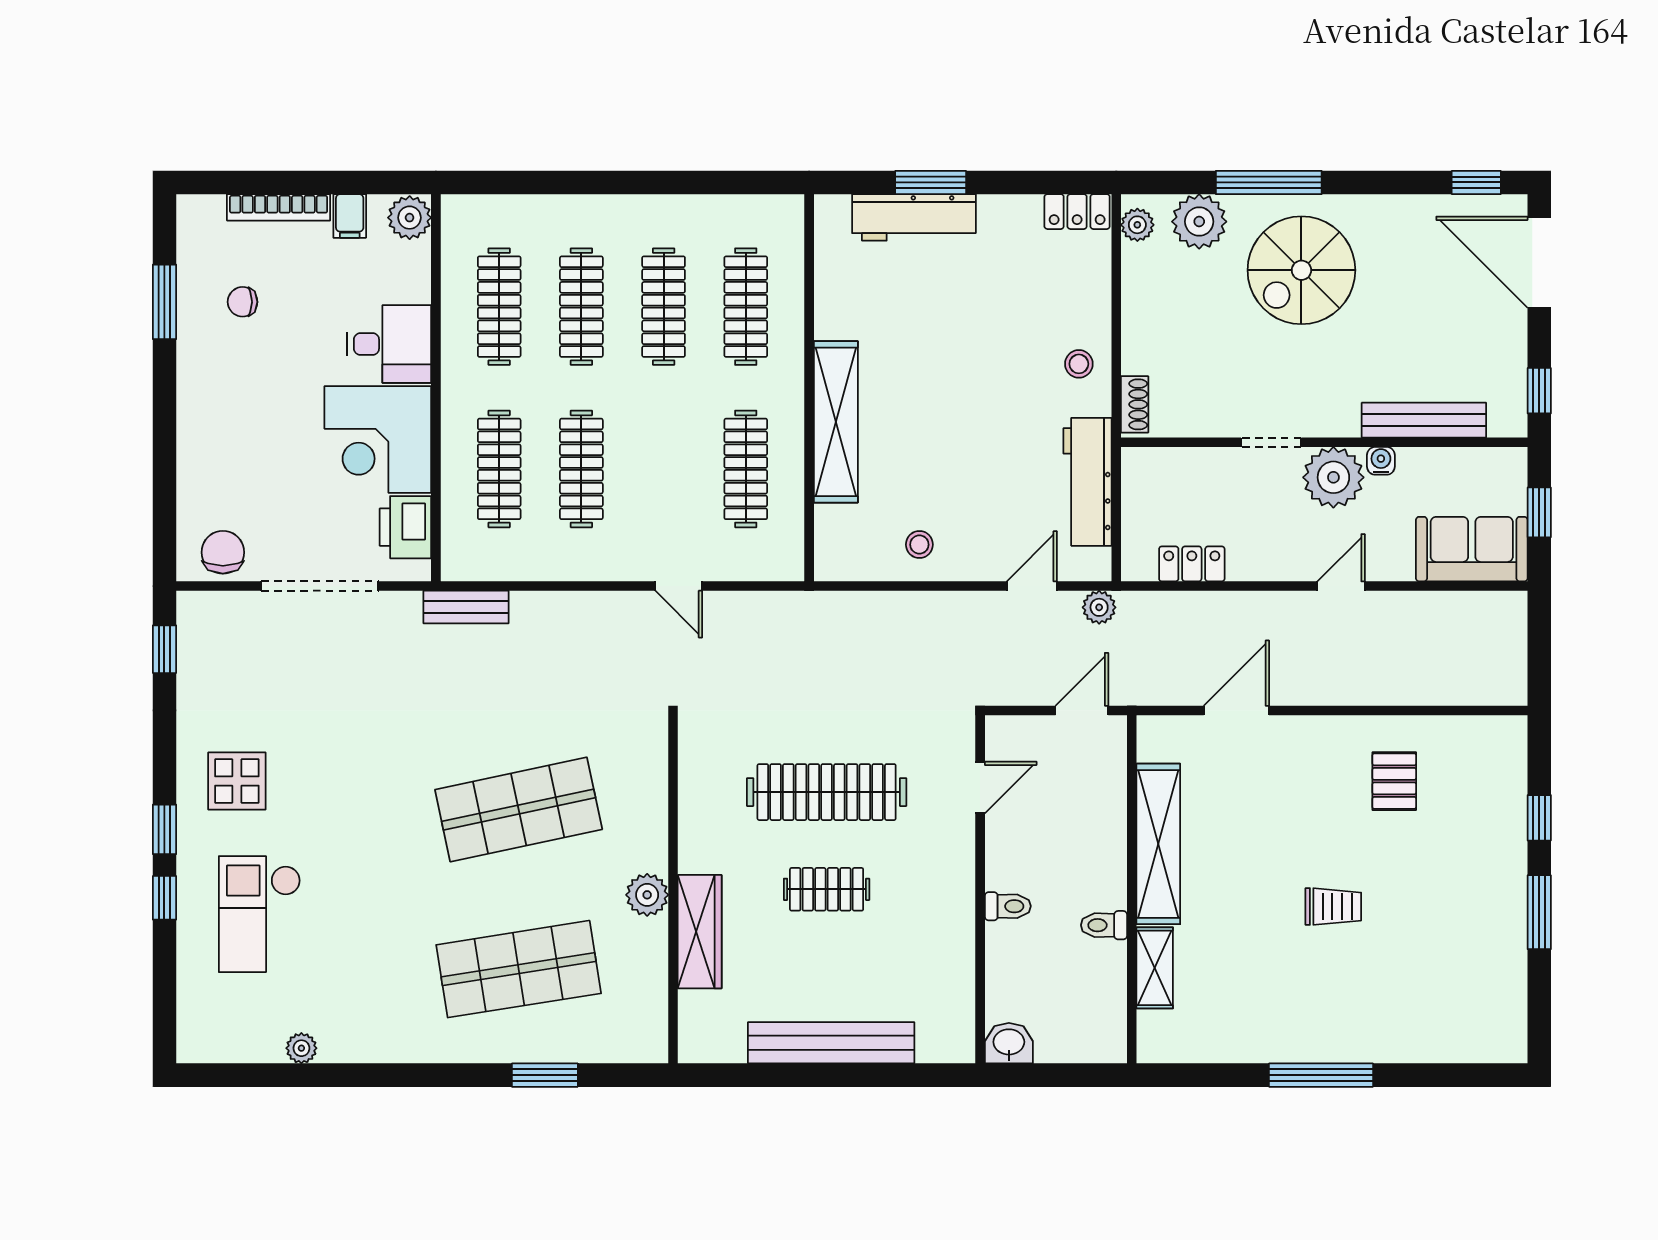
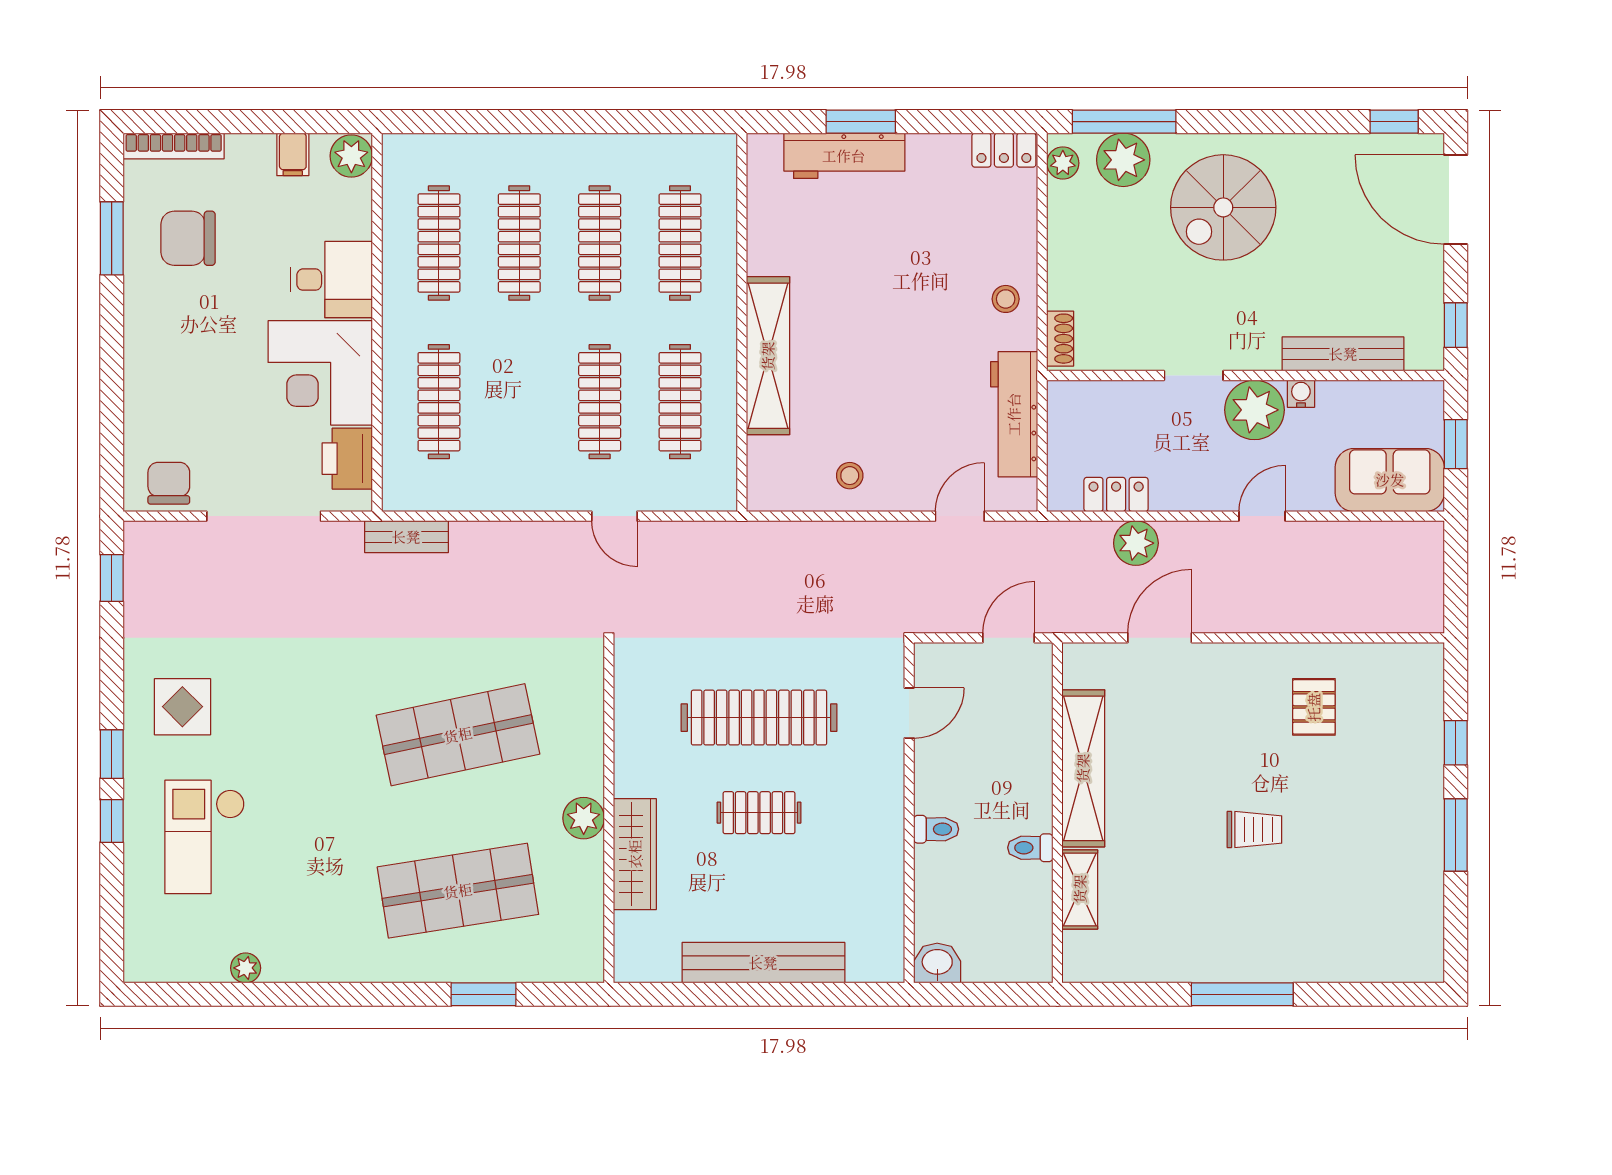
window: (1269, 182) -> (1124, 122), moved
bookcase: (279, 207) -> (174, 146), moved
chair: (243, 302) -> (188, 238), width x1.87, depth x1.87
clothes rail: (581, 469) -> (600, 402), moved
plant: (1099, 607) -> (1136, 543), moved, width x1.38, depth x1.38

